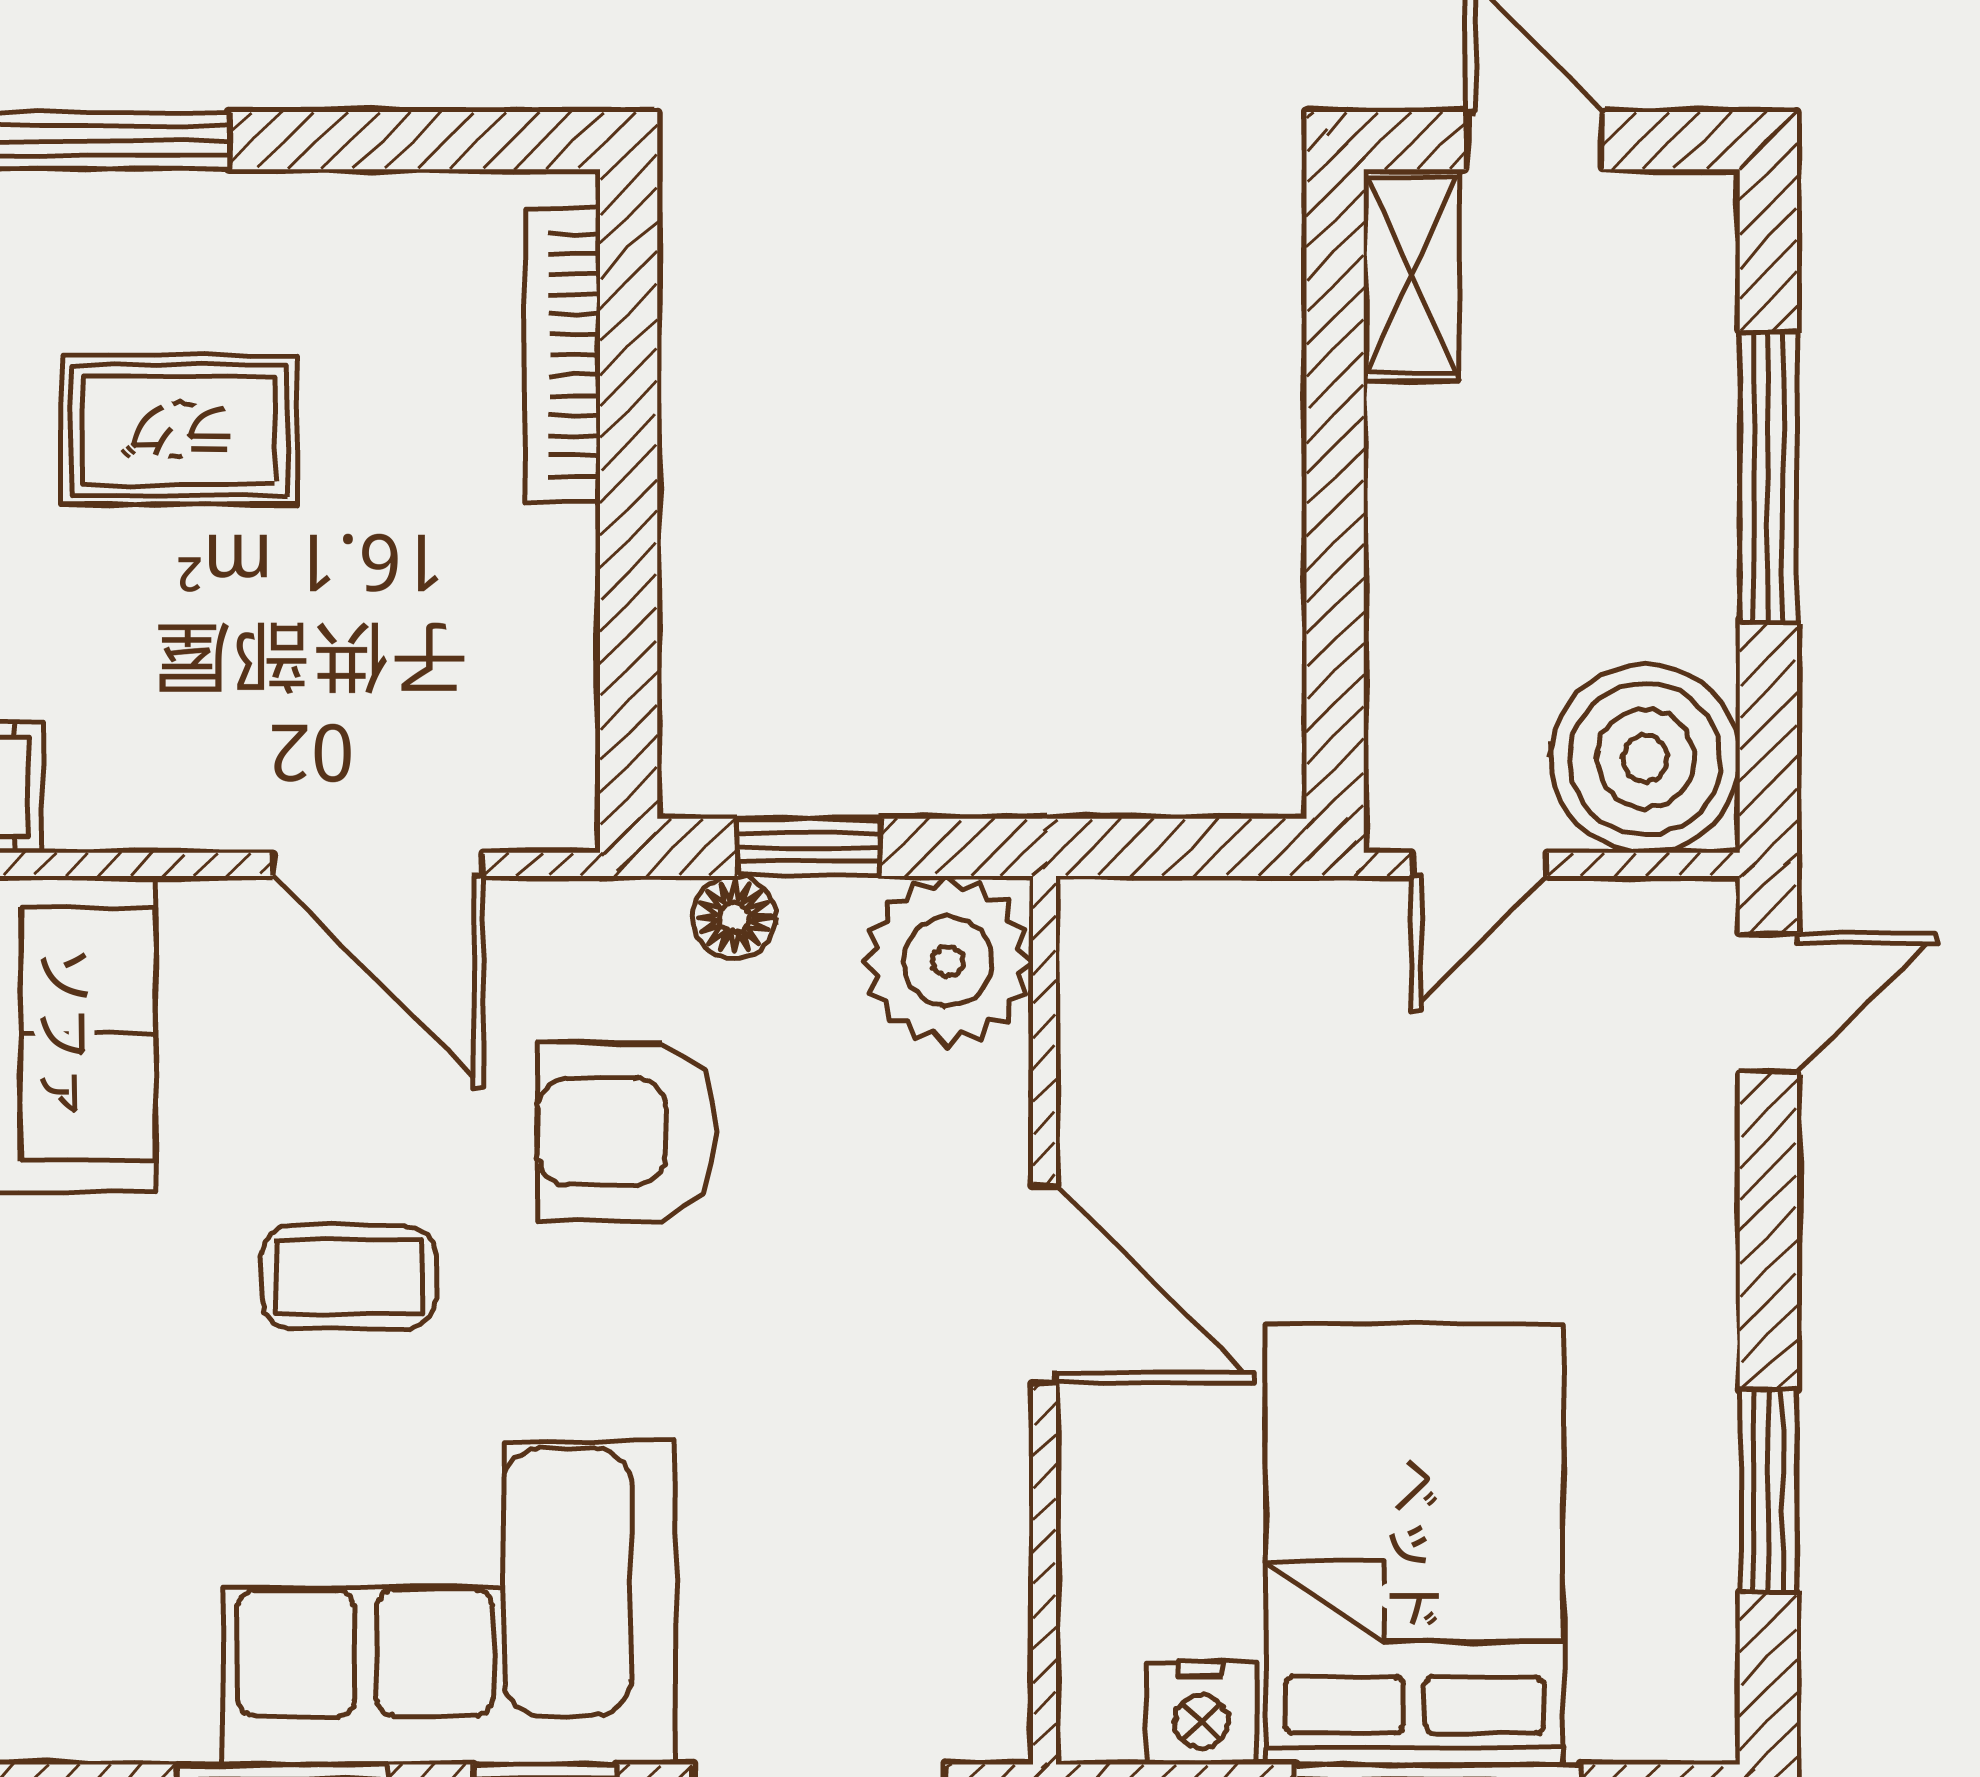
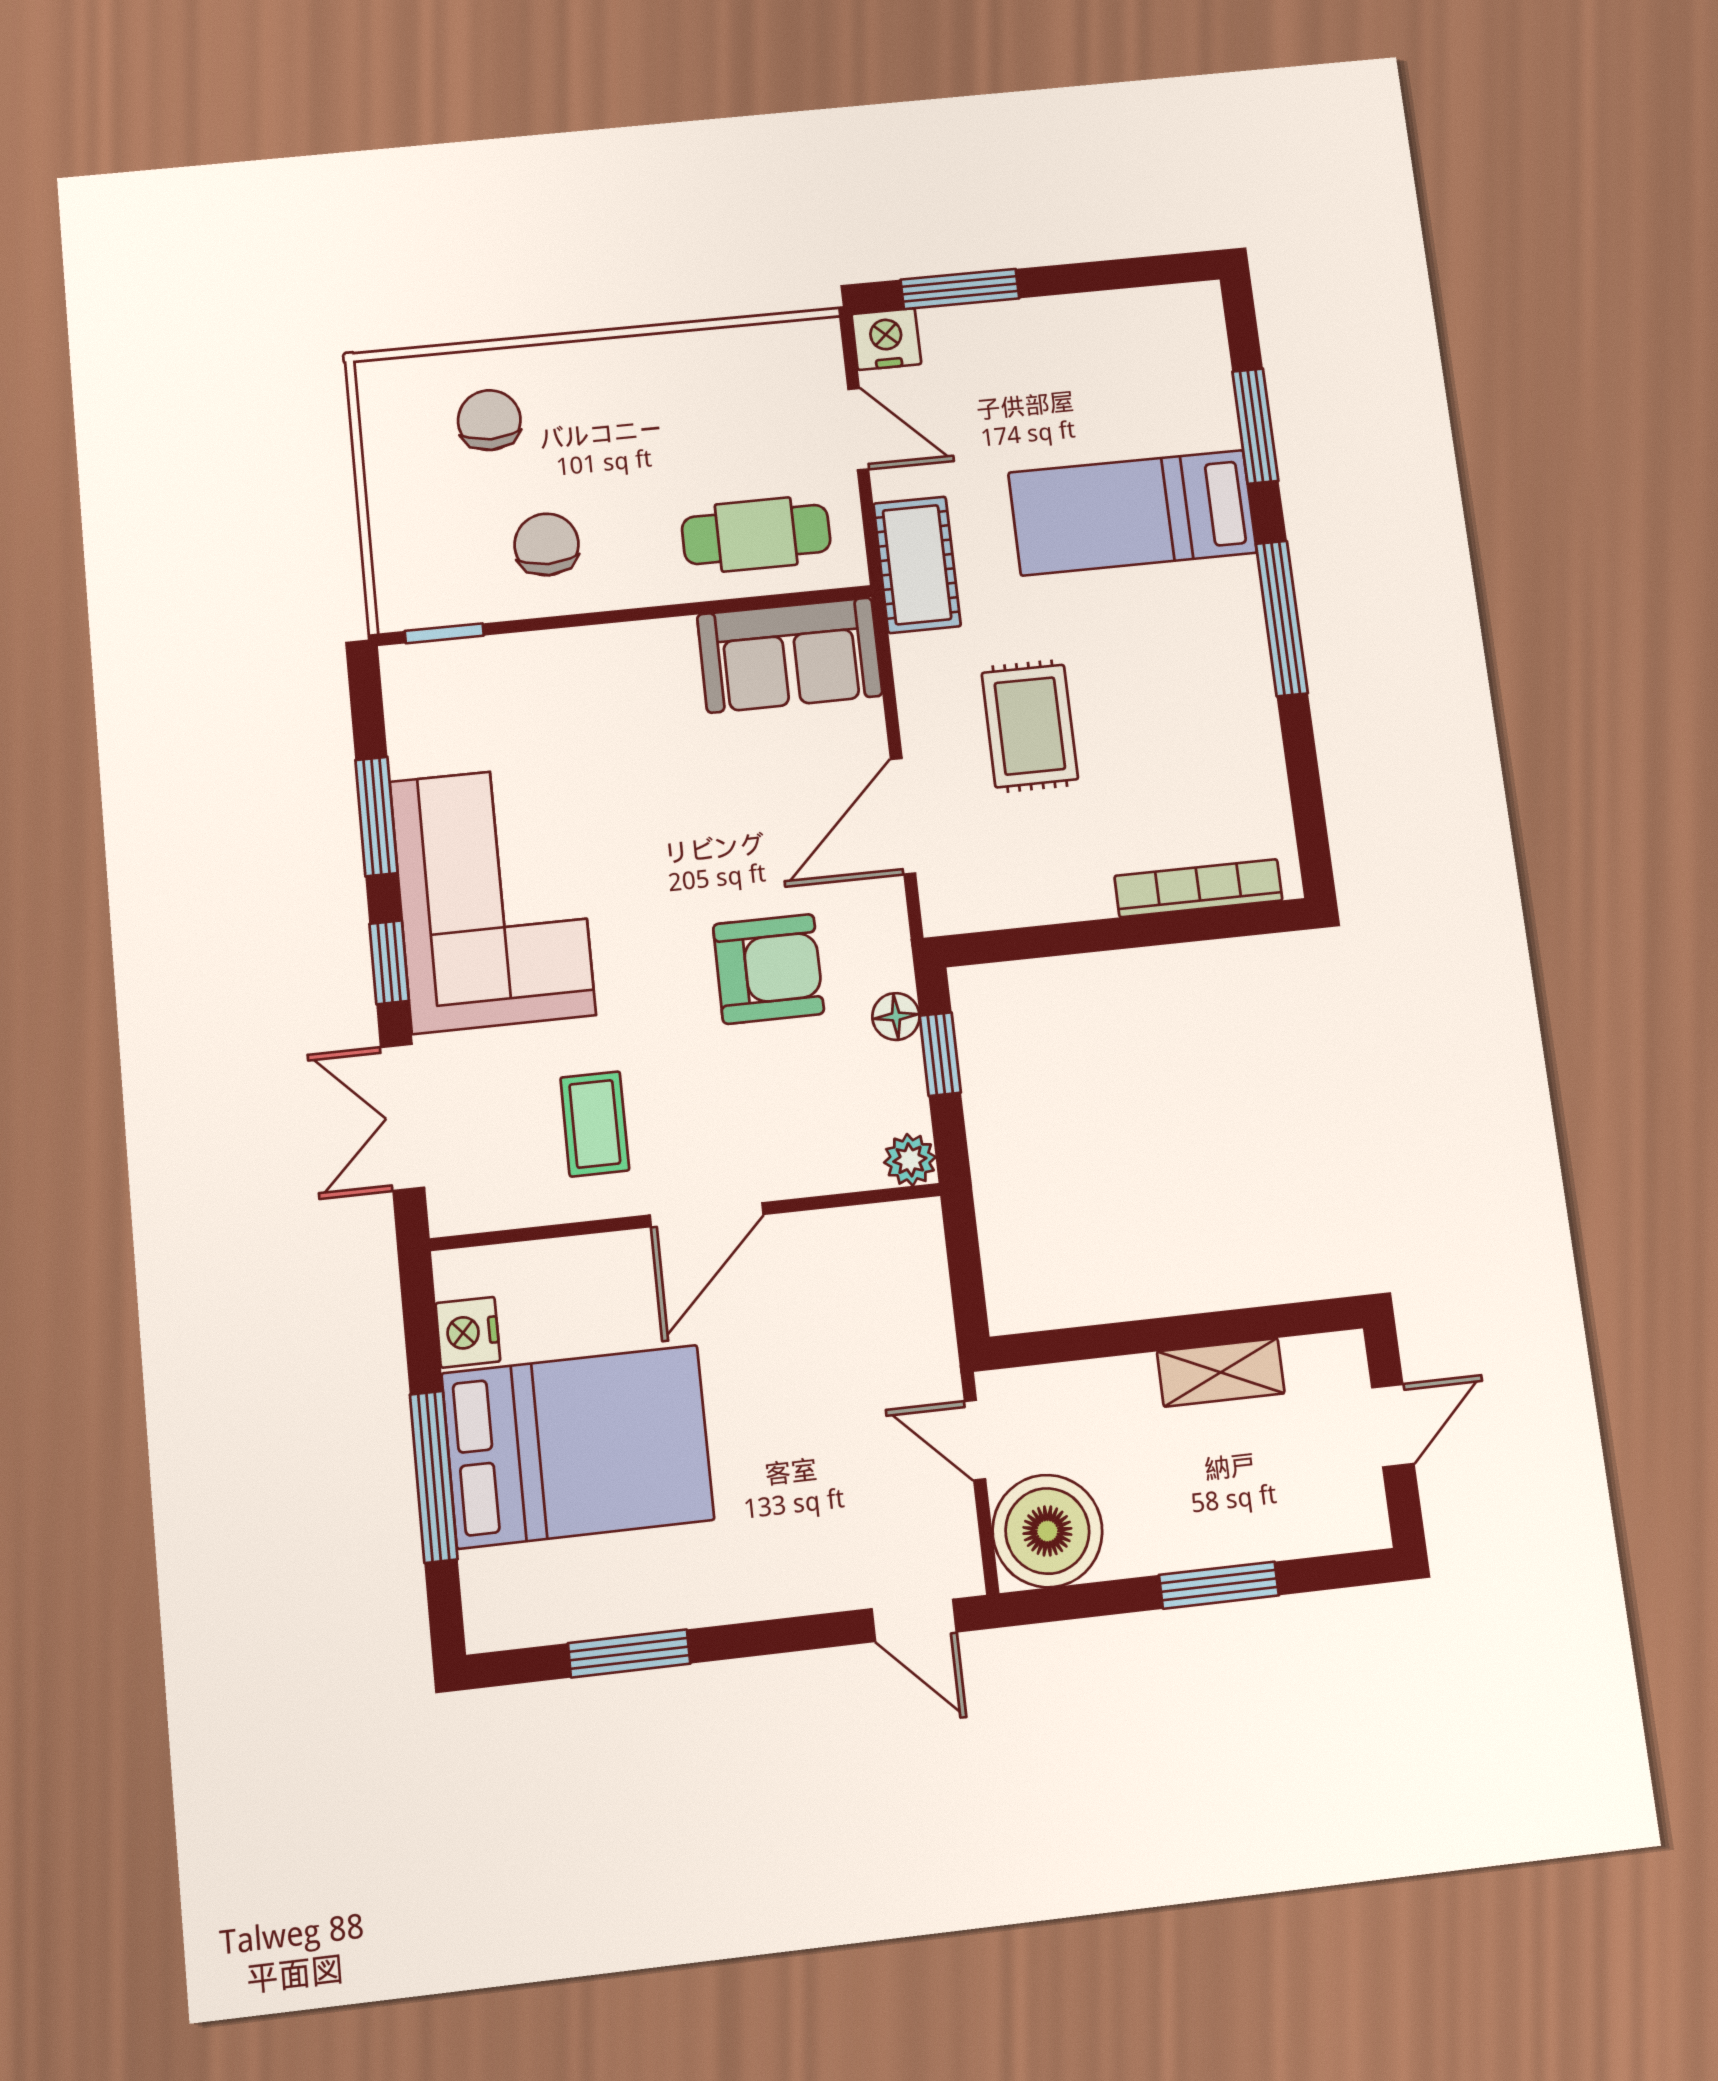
shelving: (1411, 275) -> (1221, 1372), moved
rug: (179, 430) -> (1030, 726), moved
window: (1768, 477) -> (1219, 1585), width x0.69
plant: (948, 961) -> (910, 1160), width x0.53, depth x0.53
armchair: (627, 1132) -> (768, 969), turned 90
coffee table: (349, 1277) -> (595, 1124), moved

